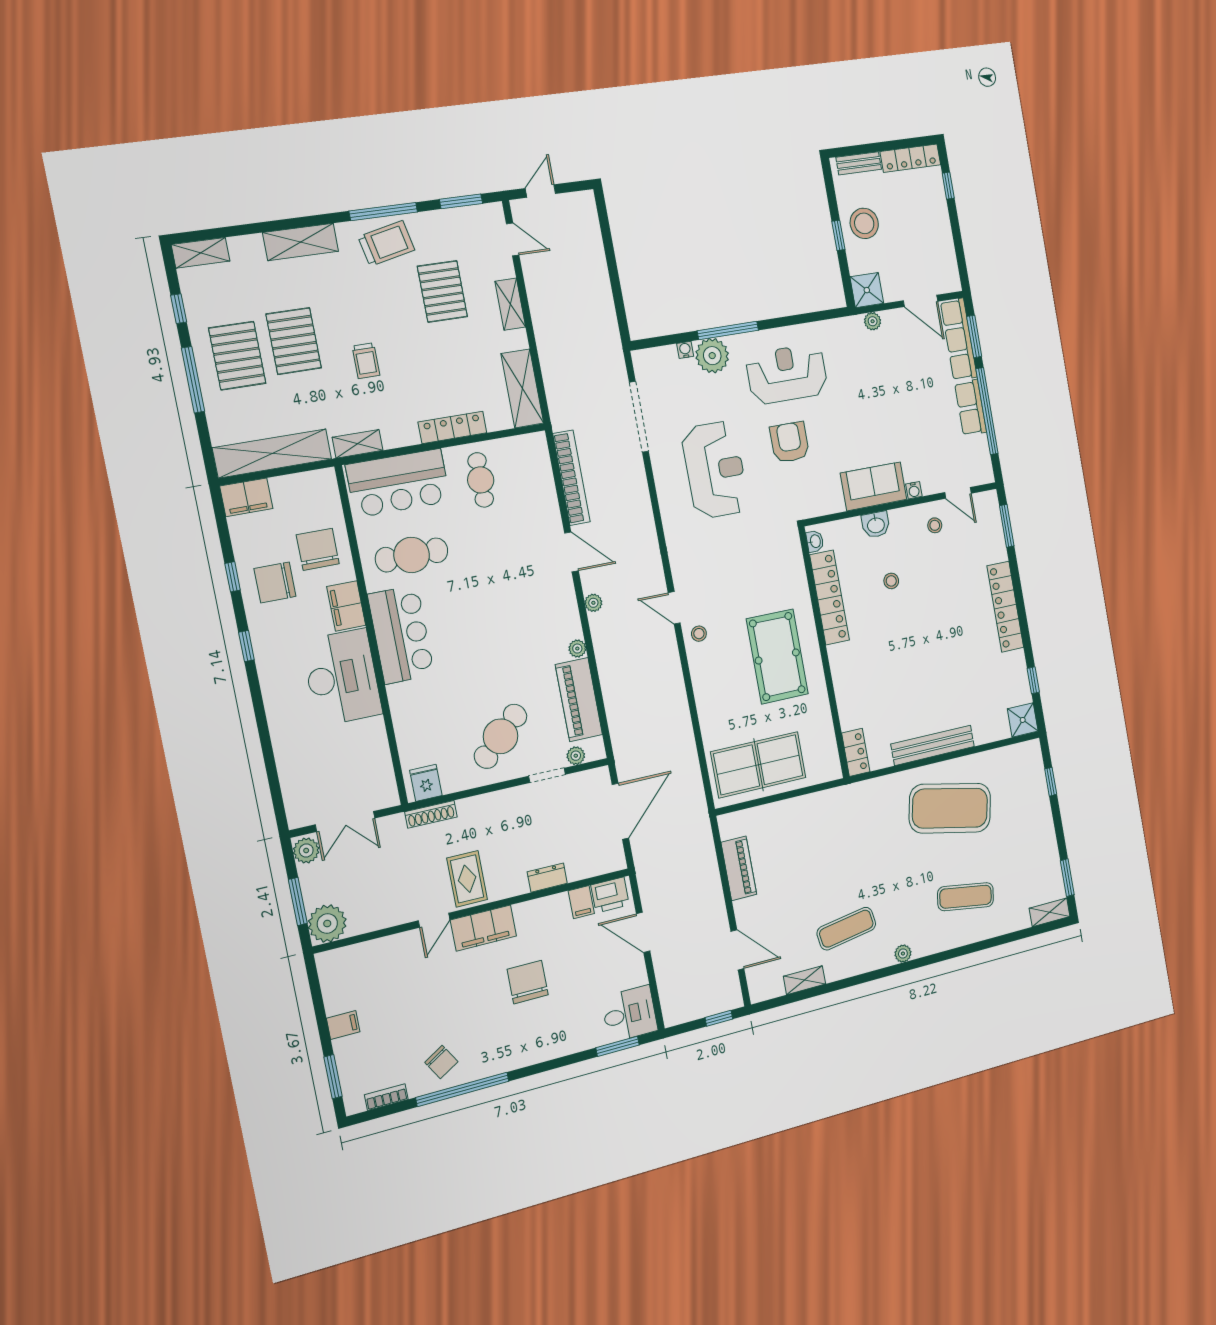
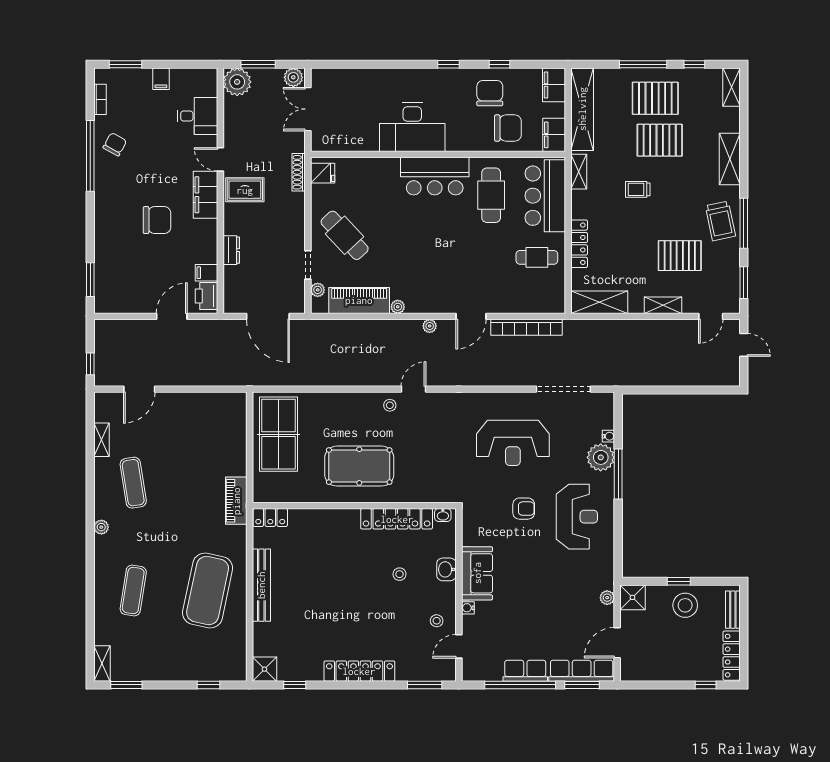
armchair: (790, 442) -> (524, 509), width x0.72, depth x0.72
filing cabinet: (346, 606) -> (554, 135), moved, turned -90
piano: (739, 868) -> (236, 501), moved, turned 90
desk: (629, 1014) -> (198, 116), moved, turned -90
chair: (441, 1062) -> (115, 144), turned 150

